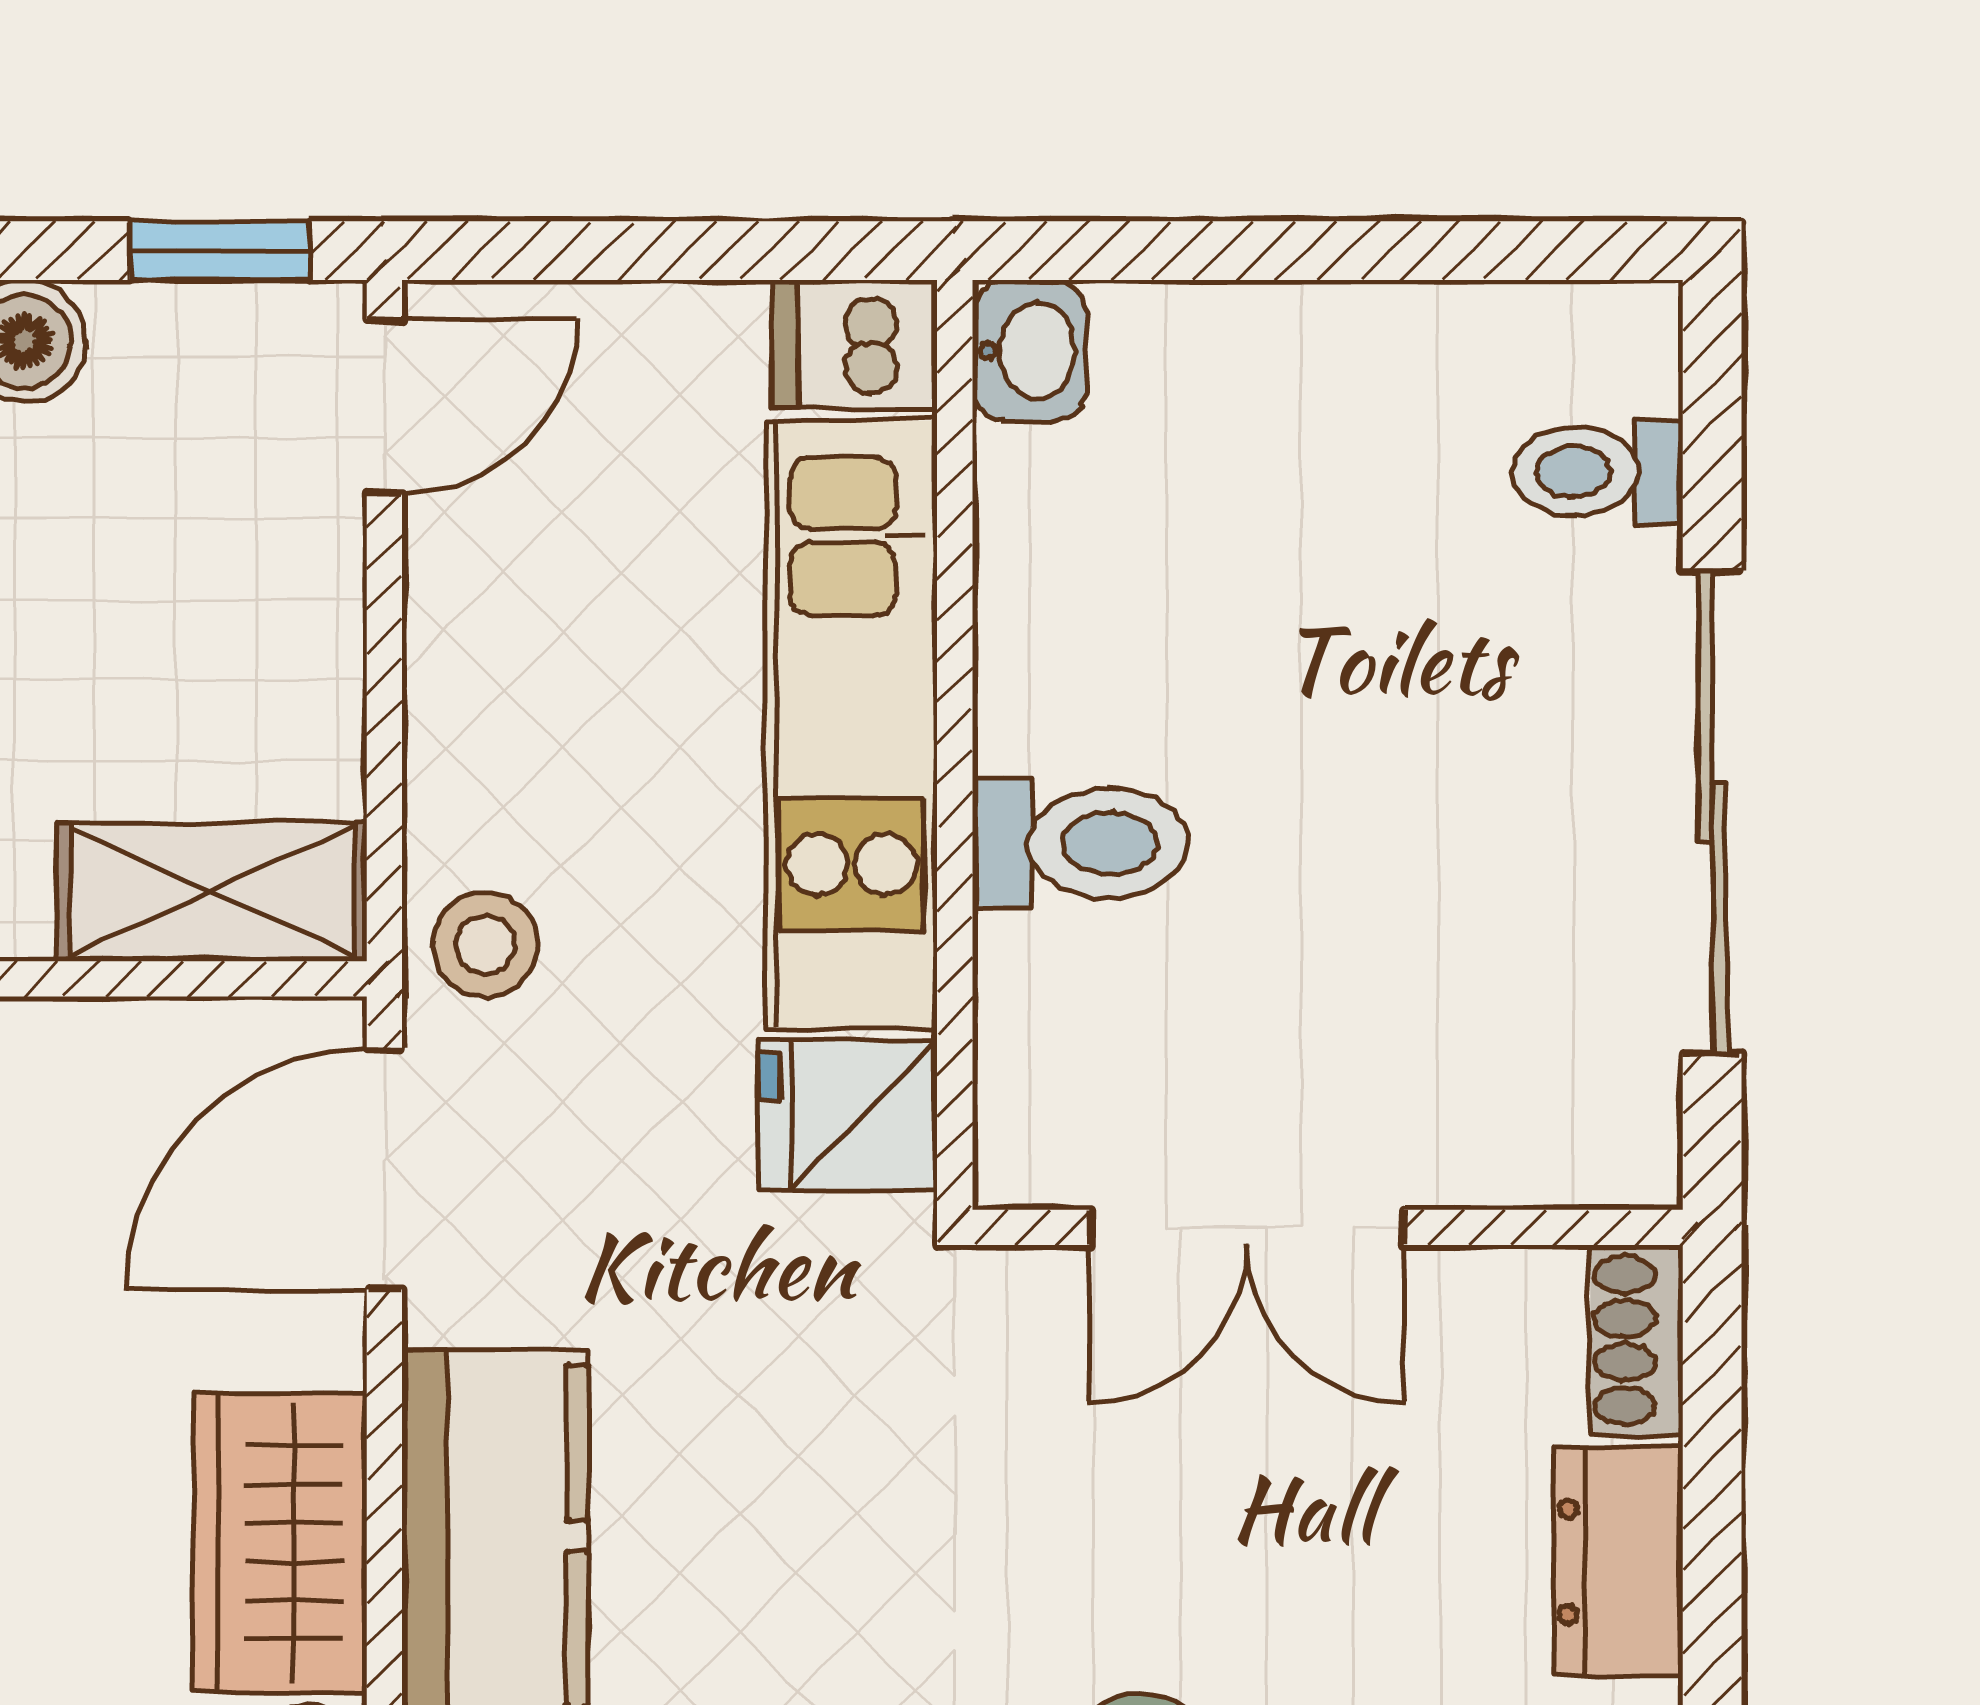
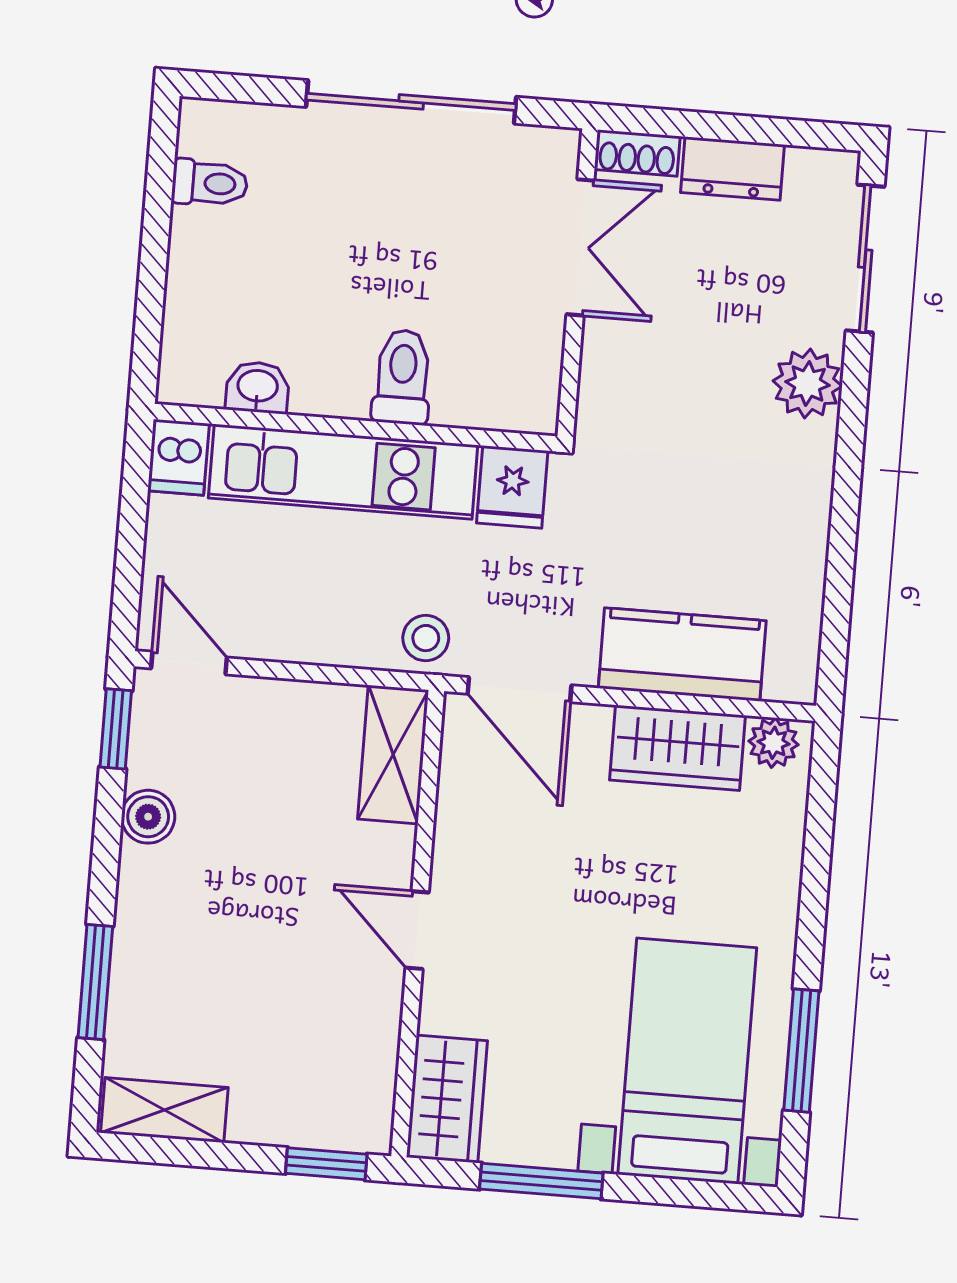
washbasin: (1029, 351) -> (258, 387), moved
toilet: (1598, 471) -> (210, 183), moved, turned -90
double door: (1247, 1227) -> (580, 247), moved

